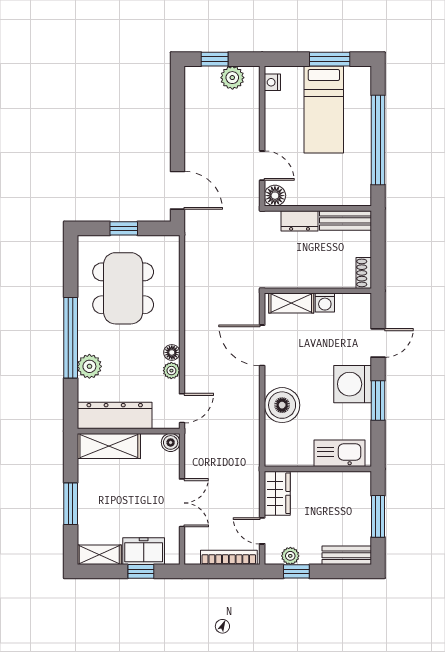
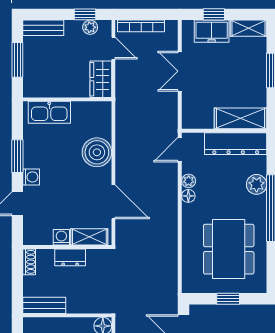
dresser: (300, 221) -> (70, 257), moved, turned 180
washing machine: (353, 384) -> (31, 177), width x0.53, depth x0.53
boiler: (171, 442) -> (189, 121), removed

